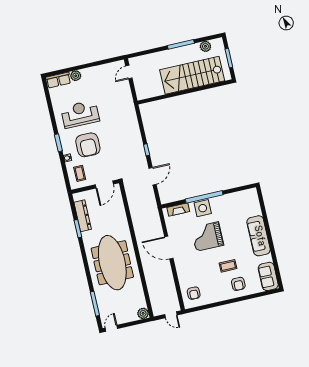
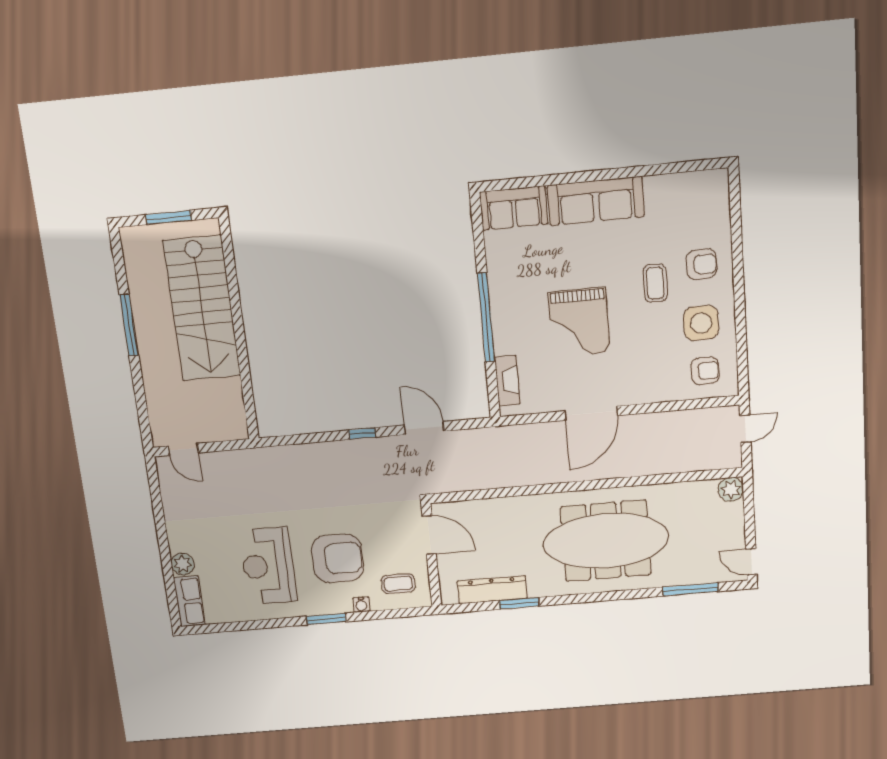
plant: (205, 46) -> (137, 269), removed
side table: (203, 208) -> (701, 323), moved
sofa: (268, 276) -> (514, 208), moved

